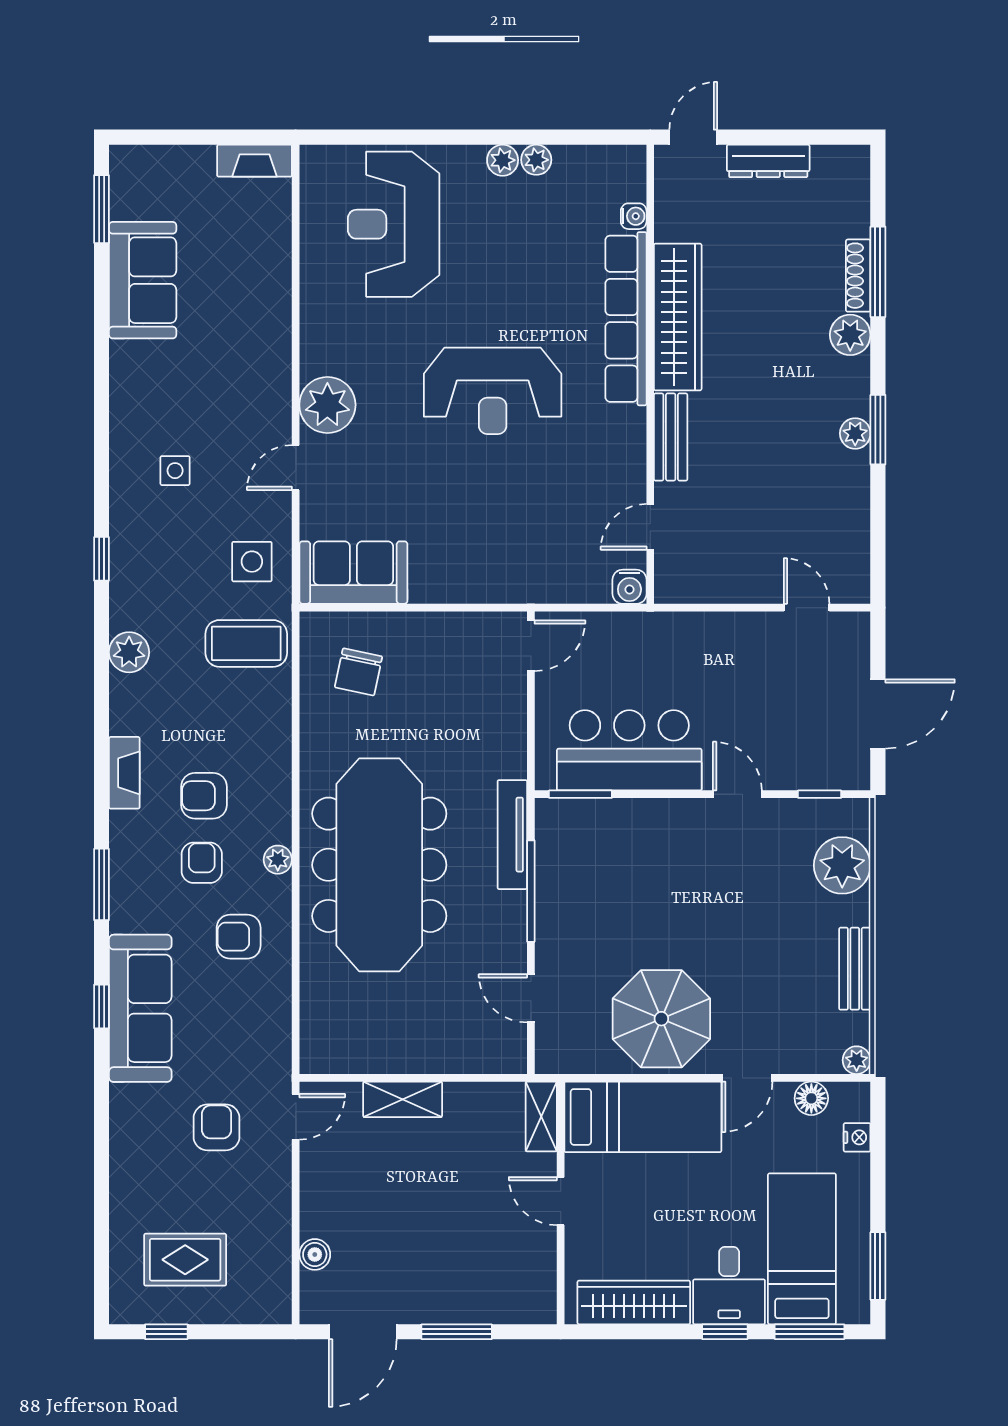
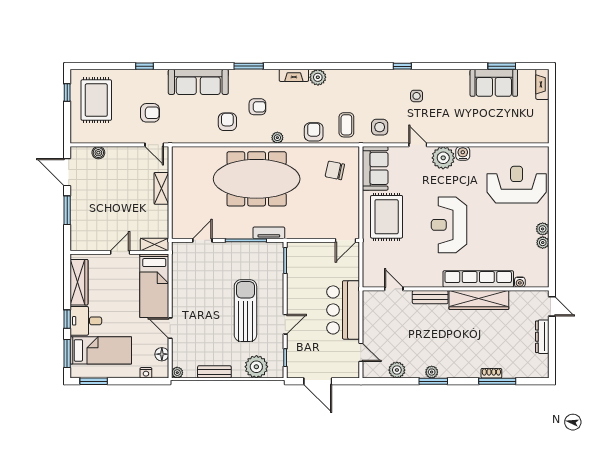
fireplace: (254, 161) -> (542, 84), moved
window: (102, 209) -> (502, 66), moved
shoe rack: (858, 276) -> (491, 373), width x0.70
plant: (850, 335) -> (397, 370), moved
rug: (473, 545) -> (387, 217), added
window: (102, 559) -> (402, 66), moved
water cooler: (629, 587) -> (463, 153), moved, turned 90
door: (807, 608) -> (361, 352), hinge flipped
coffee table: (246, 643) -> (346, 125), width x0.73, depth x0.77
door: (531, 646) -> (345, 240), hinge flipped
plant: (129, 652) -> (318, 77), moved
bar counter: (629, 750) -> (343, 310), moved, turned 180
armchair: (204, 796) -> (314, 132), moved
tv unit: (512, 835) -> (269, 233), width x0.71
plant: (278, 860) -> (277, 138), moved
sun lounger: (704, 892) -> (245, 311), added
window: (102, 1006) -> (145, 66), moved
parasol: (661, 1019) -> (194, 293), removed
rug: (185, 1260) -> (96, 100), width x1.36, depth x1.43

